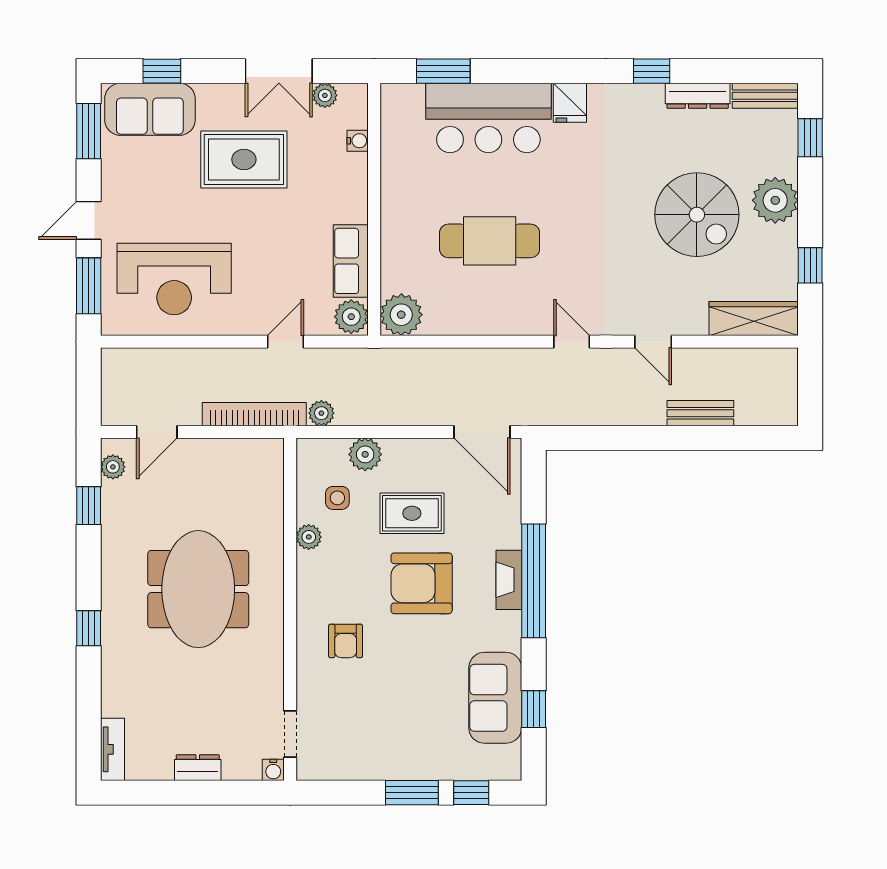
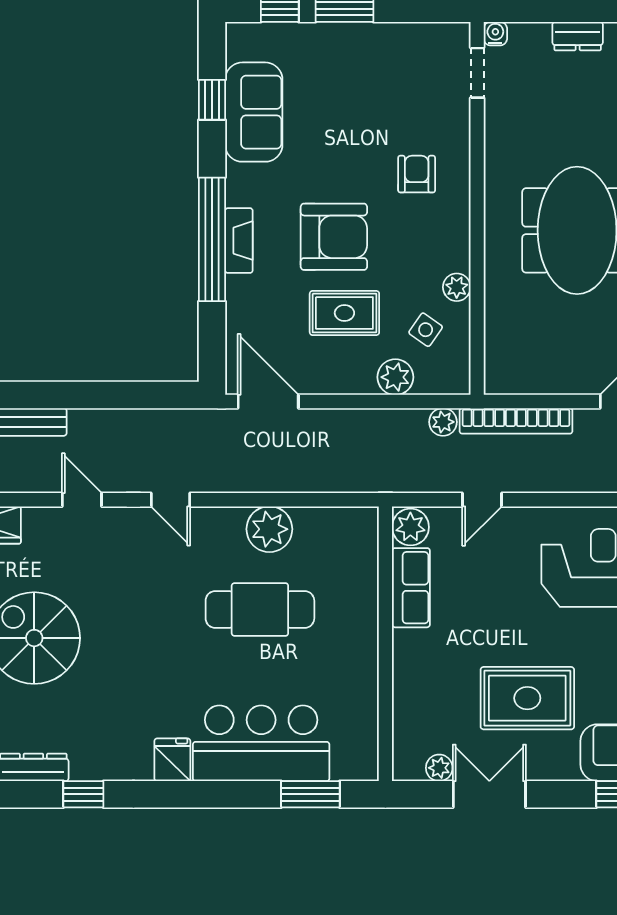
water cooler: (358, 141) -> (404, 719), removed
plant: (401, 315) -> (269, 529), moved
side table: (337, 498) -> (426, 330), turned 35

